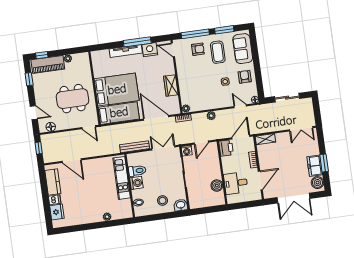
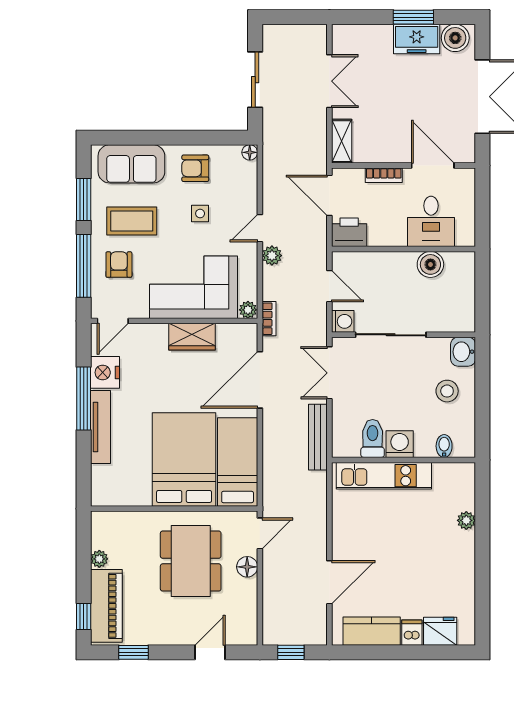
corner sofa: (193, 83) -> (193, 287), added
door: (240, 106) -> (260, 228), moved
floor lamp: (51, 127) -> (247, 567), moved
double door: (301, 129) -> (329, 81), moved

